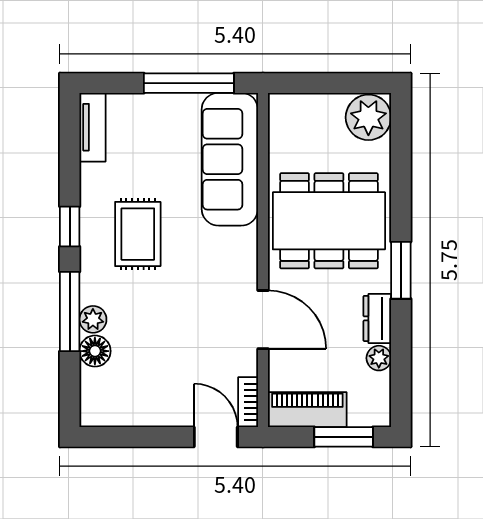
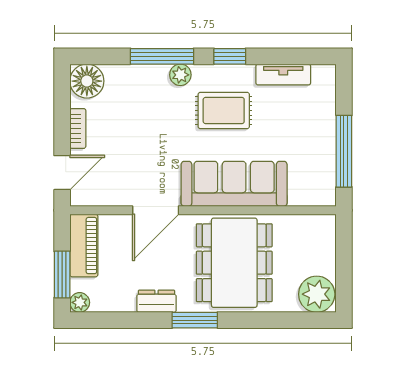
tv unit: (93, 127) -> (283, 75), moved
sofa: (230, 159) -> (234, 184), moved
plant: (93, 319) -> (180, 75), moved
floor lamp: (95, 351) -> (87, 81), moved, width x1.38, depth x1.38
plant: (379, 358) -> (80, 302), moved
bookcase: (248, 402) -> (78, 128), moved, turned 90

